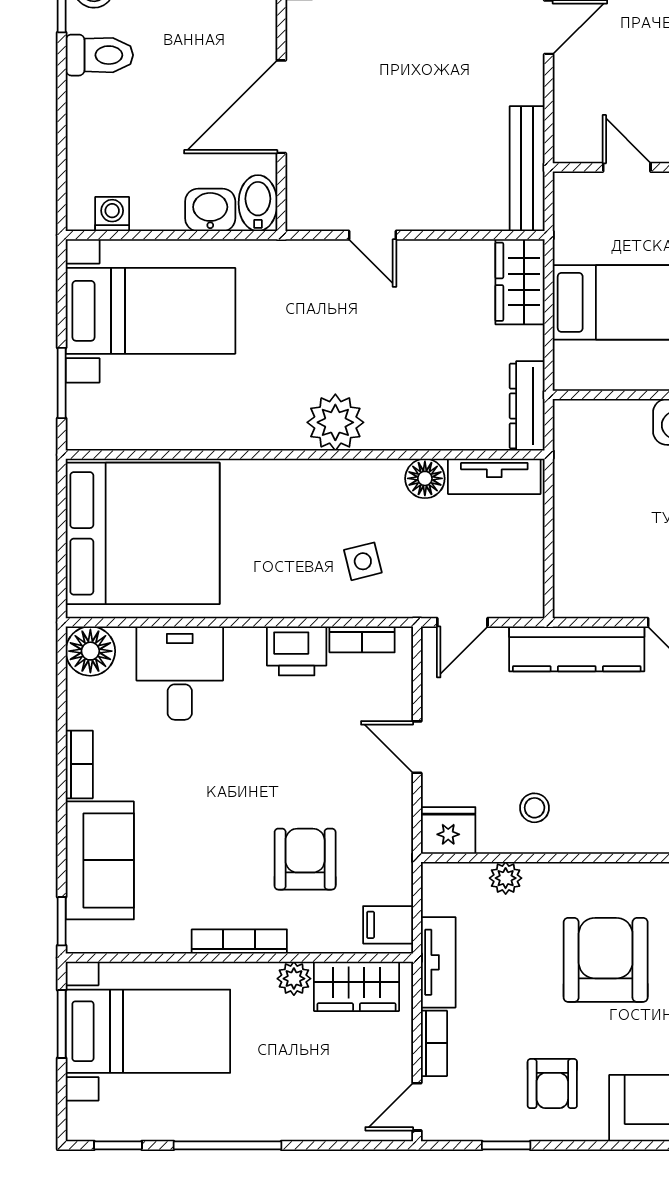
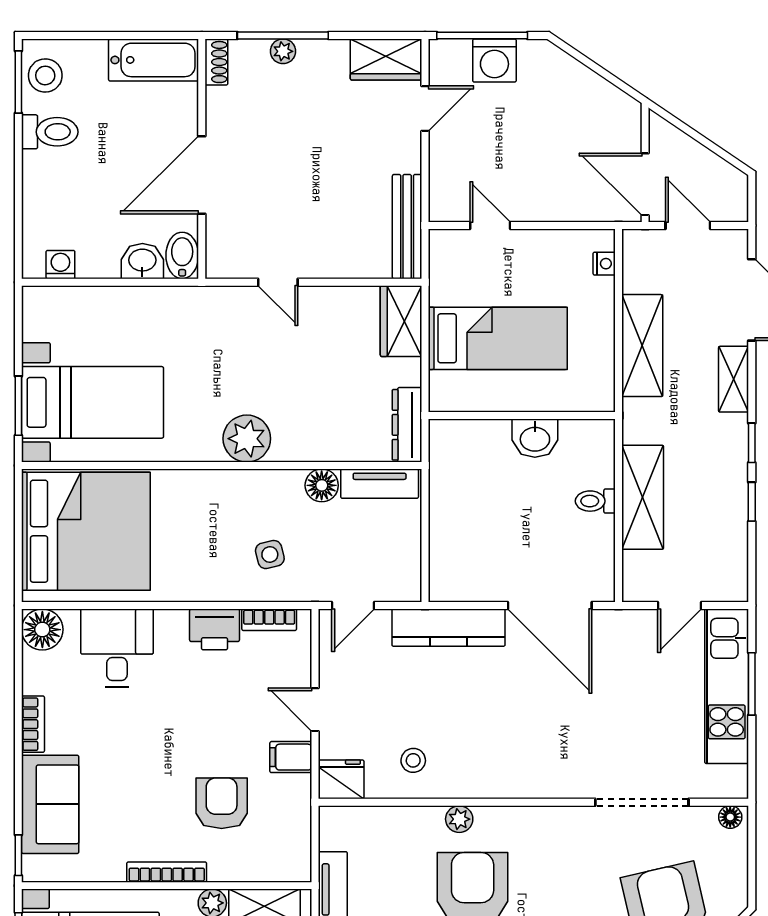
bed with nightstands: (151, 311) -> (93, 402), moved
plant: (506, 878) -> (459, 819), moved
filing cabinet: (388, 925) -> (291, 757), moved

